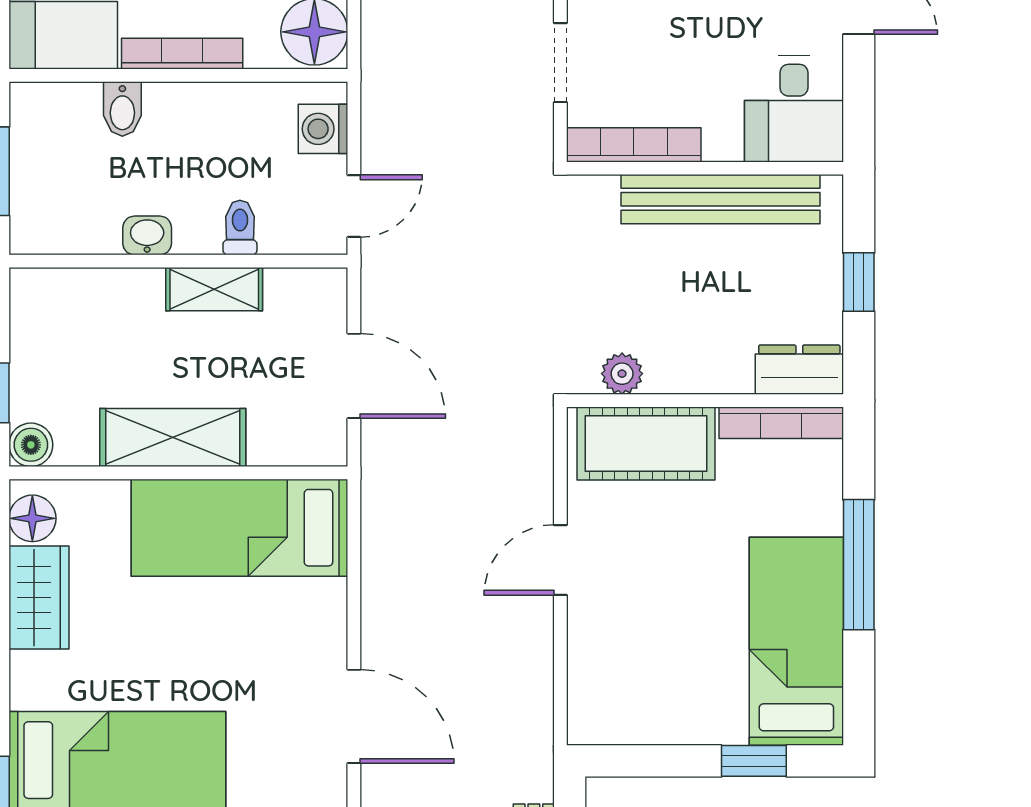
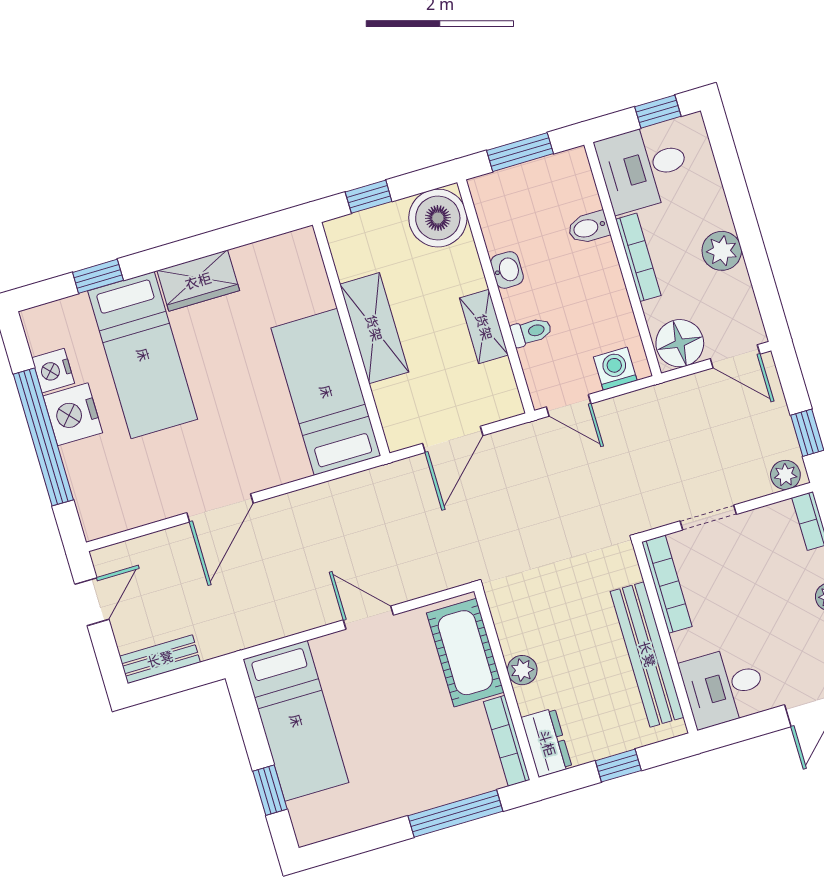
plant: (622, 374) -> (522, 670), moved
boiler: (31, 445) -> (438, 218), moved, width x1.86, depth x1.86
floor lamp: (32, 518) -> (291, 248), removed
window: (859, 565) -> (455, 814), moved
wardrobe: (39, 598) -> (198, 281), moved
bed: (796, 641) -> (296, 721), moved, turned 90

